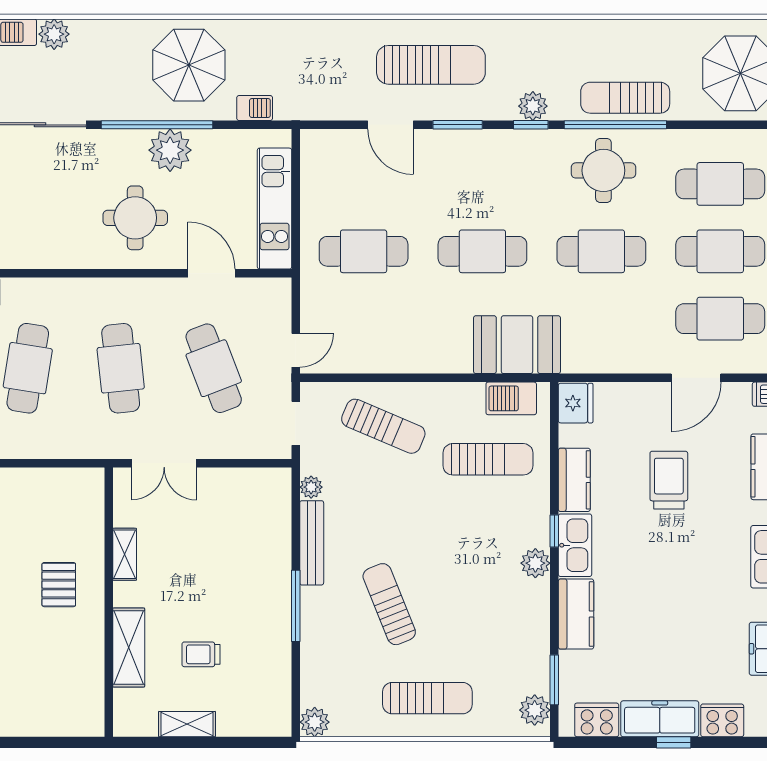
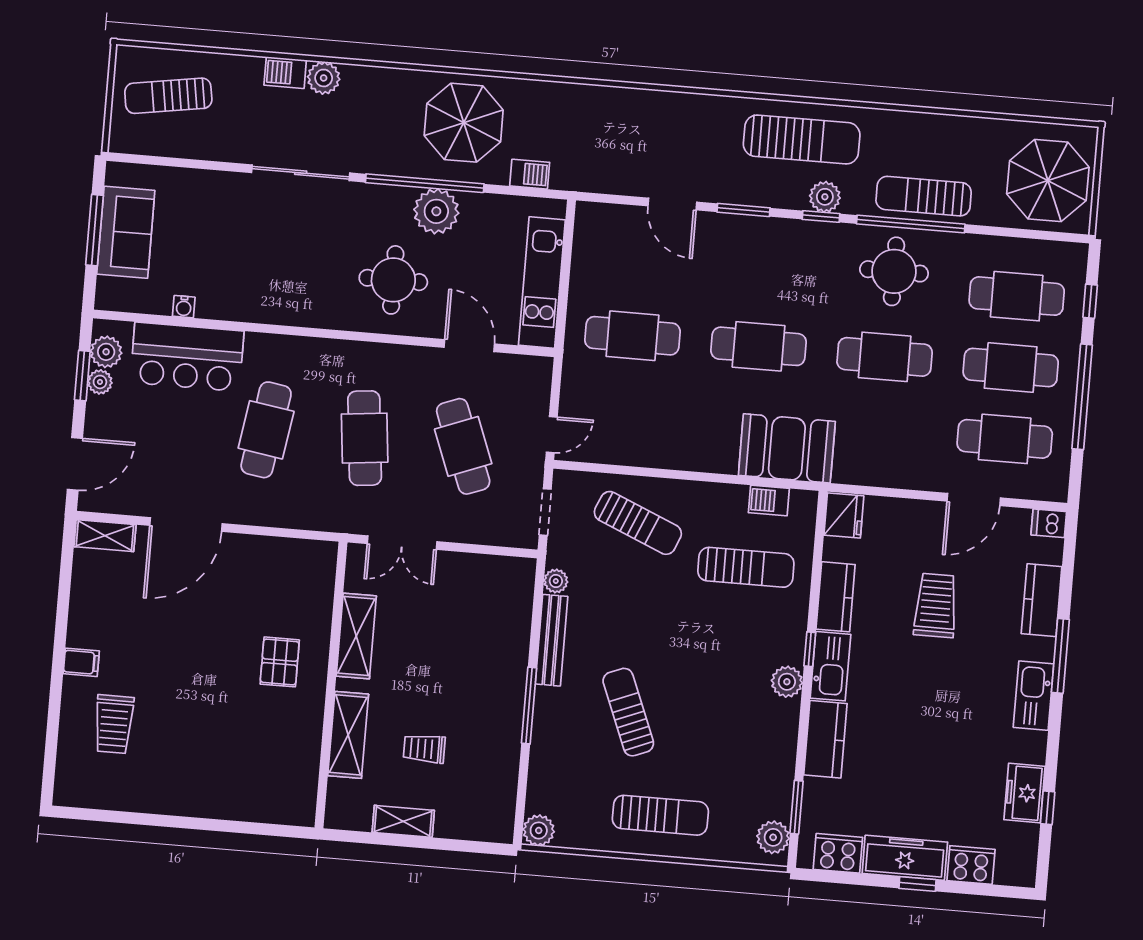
sun lounger: (431, 65) -> (802, 140), moved
barbecue: (511, 398) -> (769, 501), width x0.73, depth x0.79
shelving: (125, 554) -> (356, 636), width x1.50, depth x1.33

